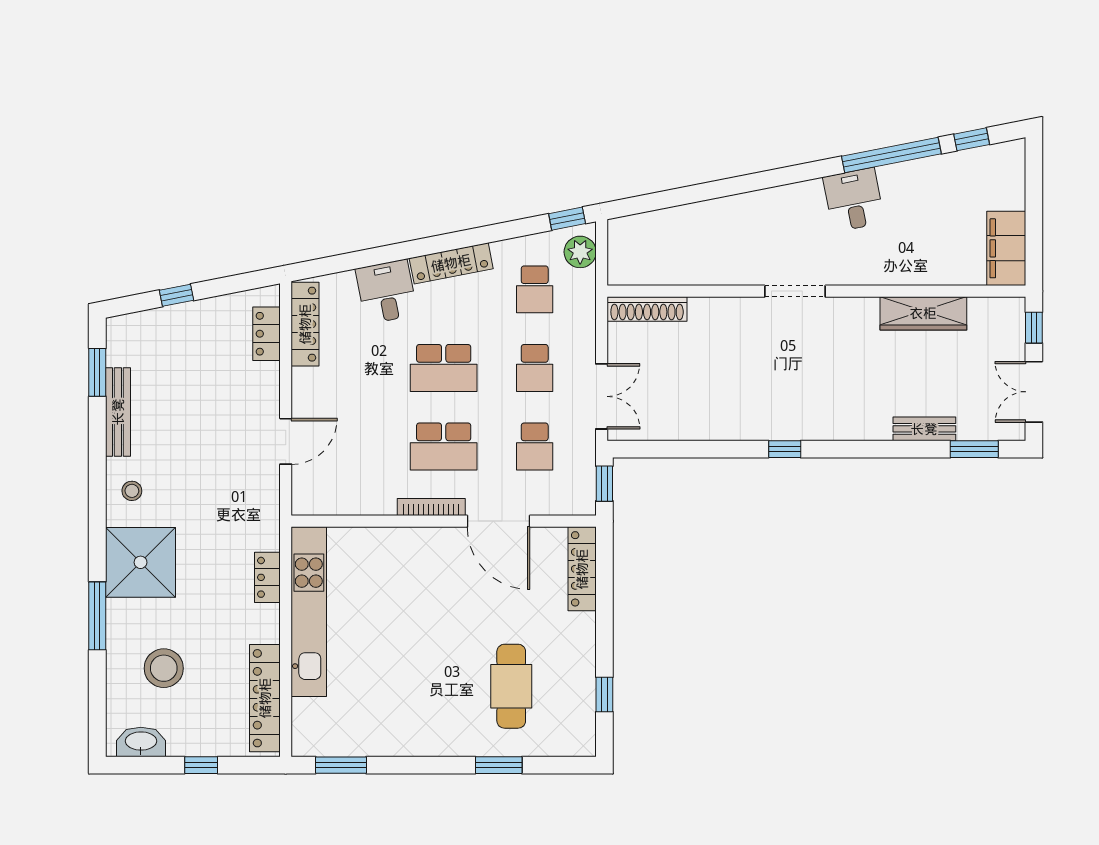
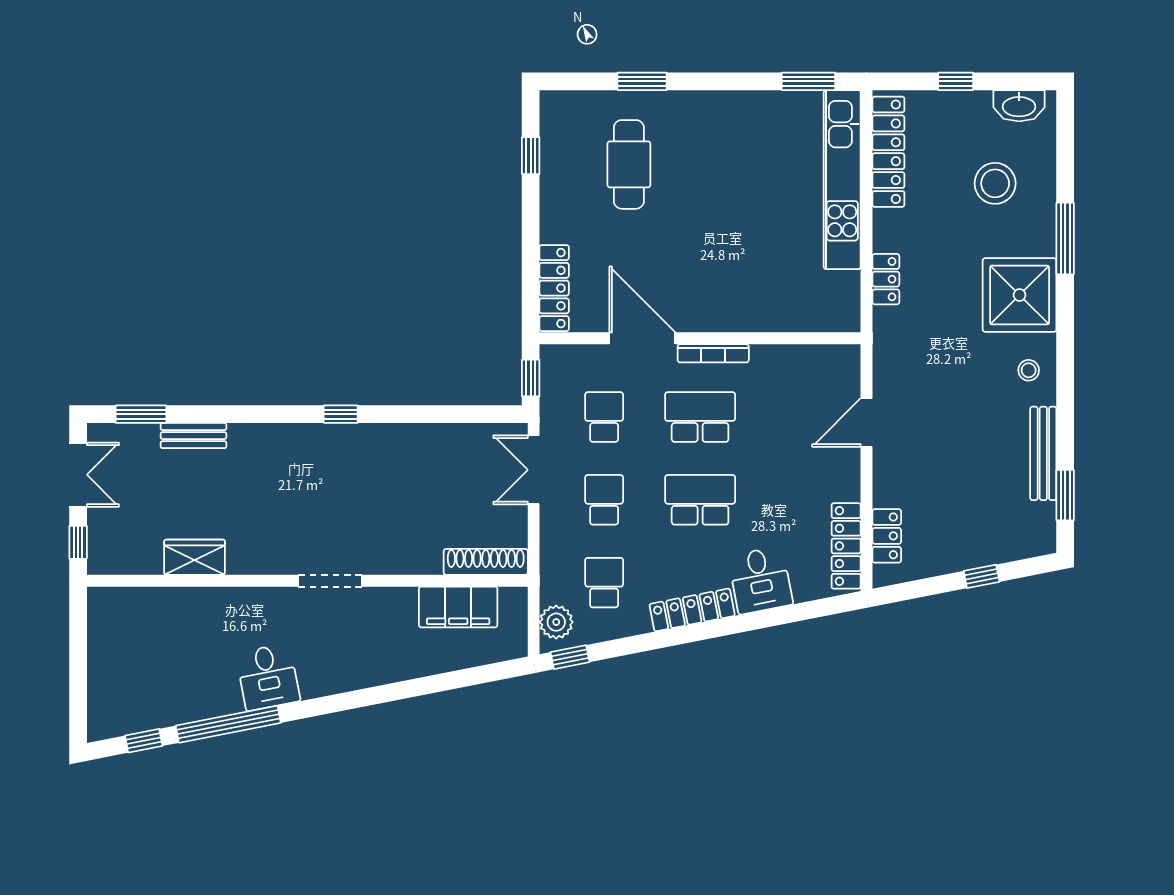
filing cabinet: (1006, 248) -> (458, 607), moved, turned 90
wardrobe: (923, 313) -> (195, 557), width x0.67
kitchen unit: (309, 612) -> (842, 180), moved

